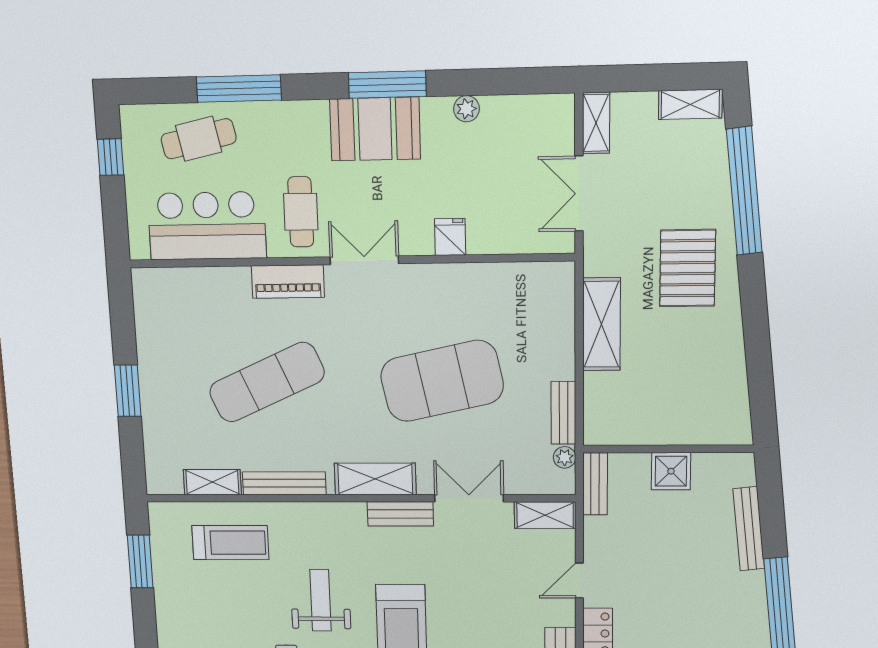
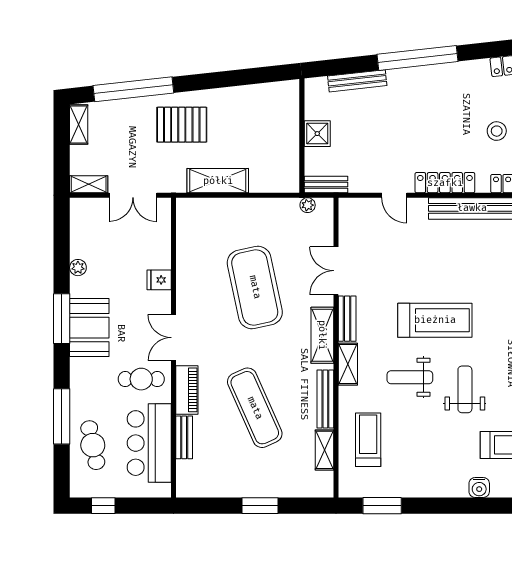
bench: (563, 413) -> (184, 437), moved, turned 90
shelving: (545, 515) -> (348, 364), moved

